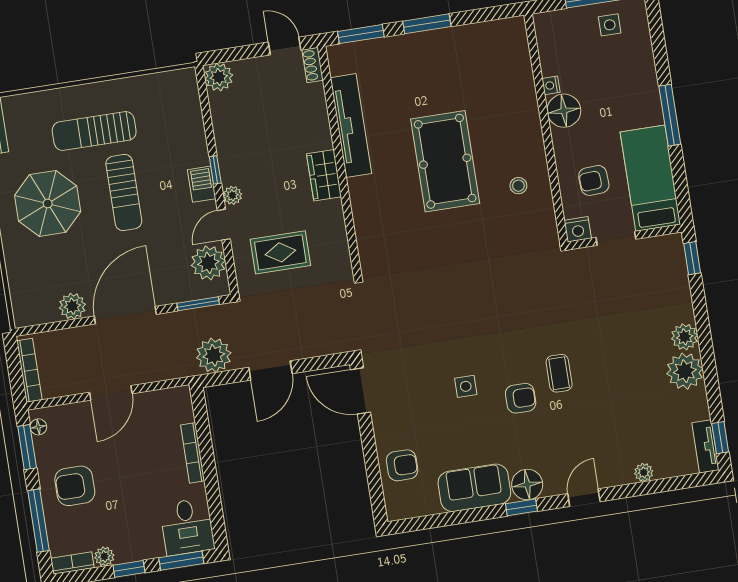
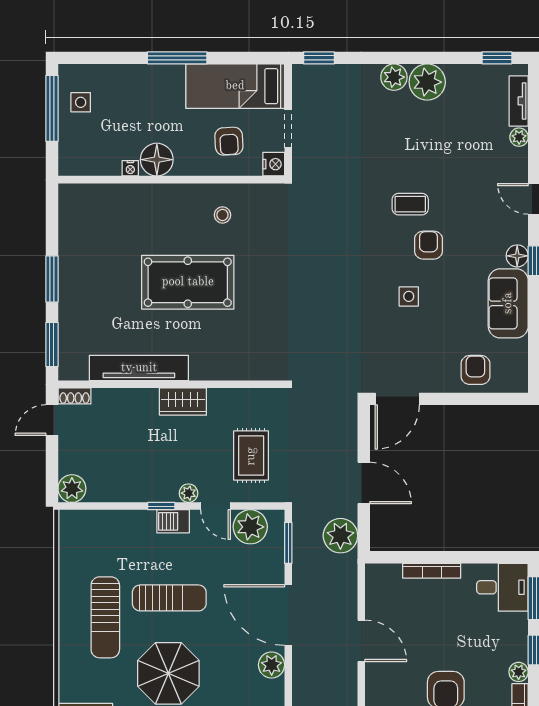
tv unit: (705, 446) -> (519, 101), moved, turned 90
floor lamp: (527, 485) -> (517, 256), width x0.73, depth x0.73

